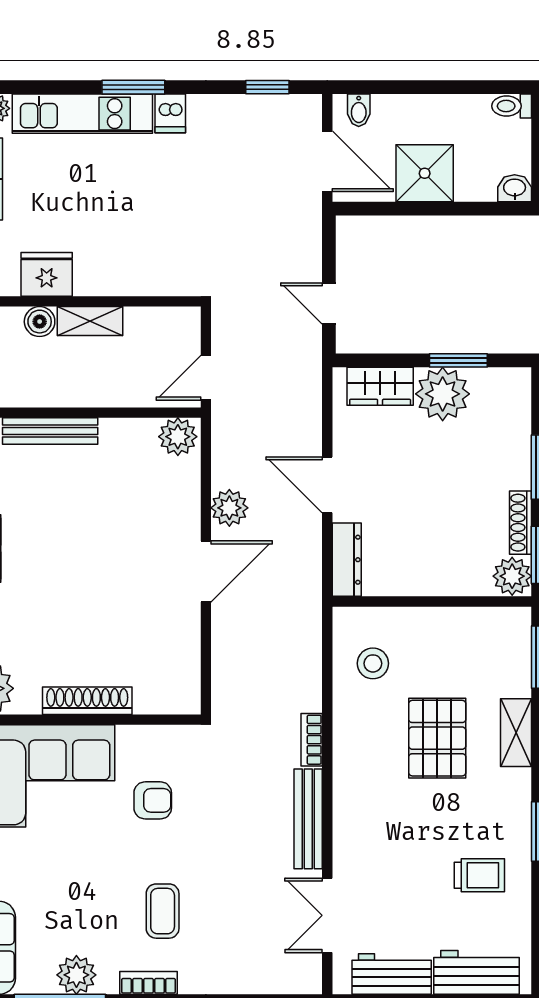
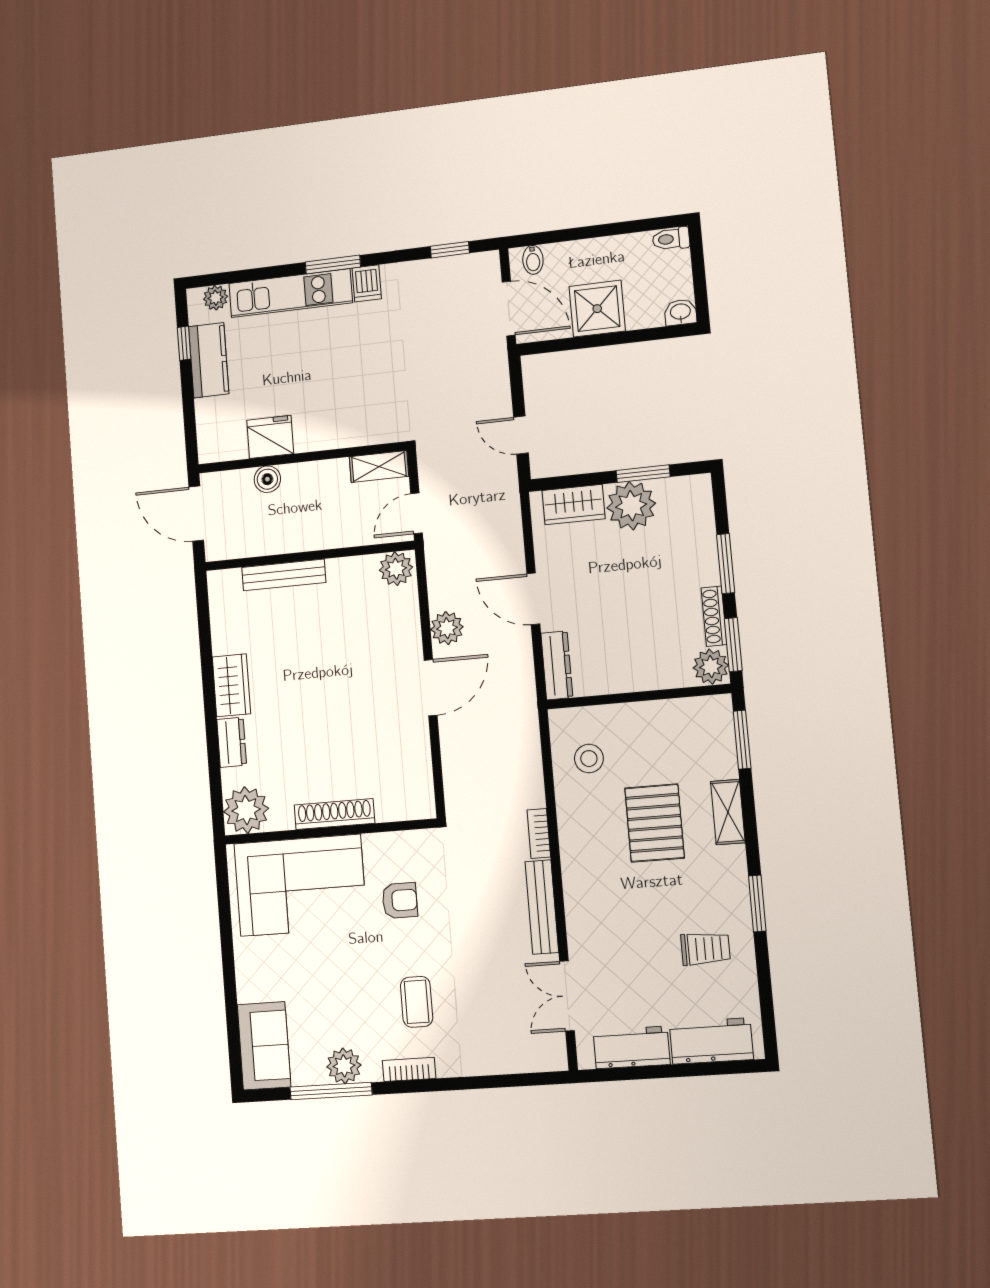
shelving: (90, 321) -> (379, 467), moved

